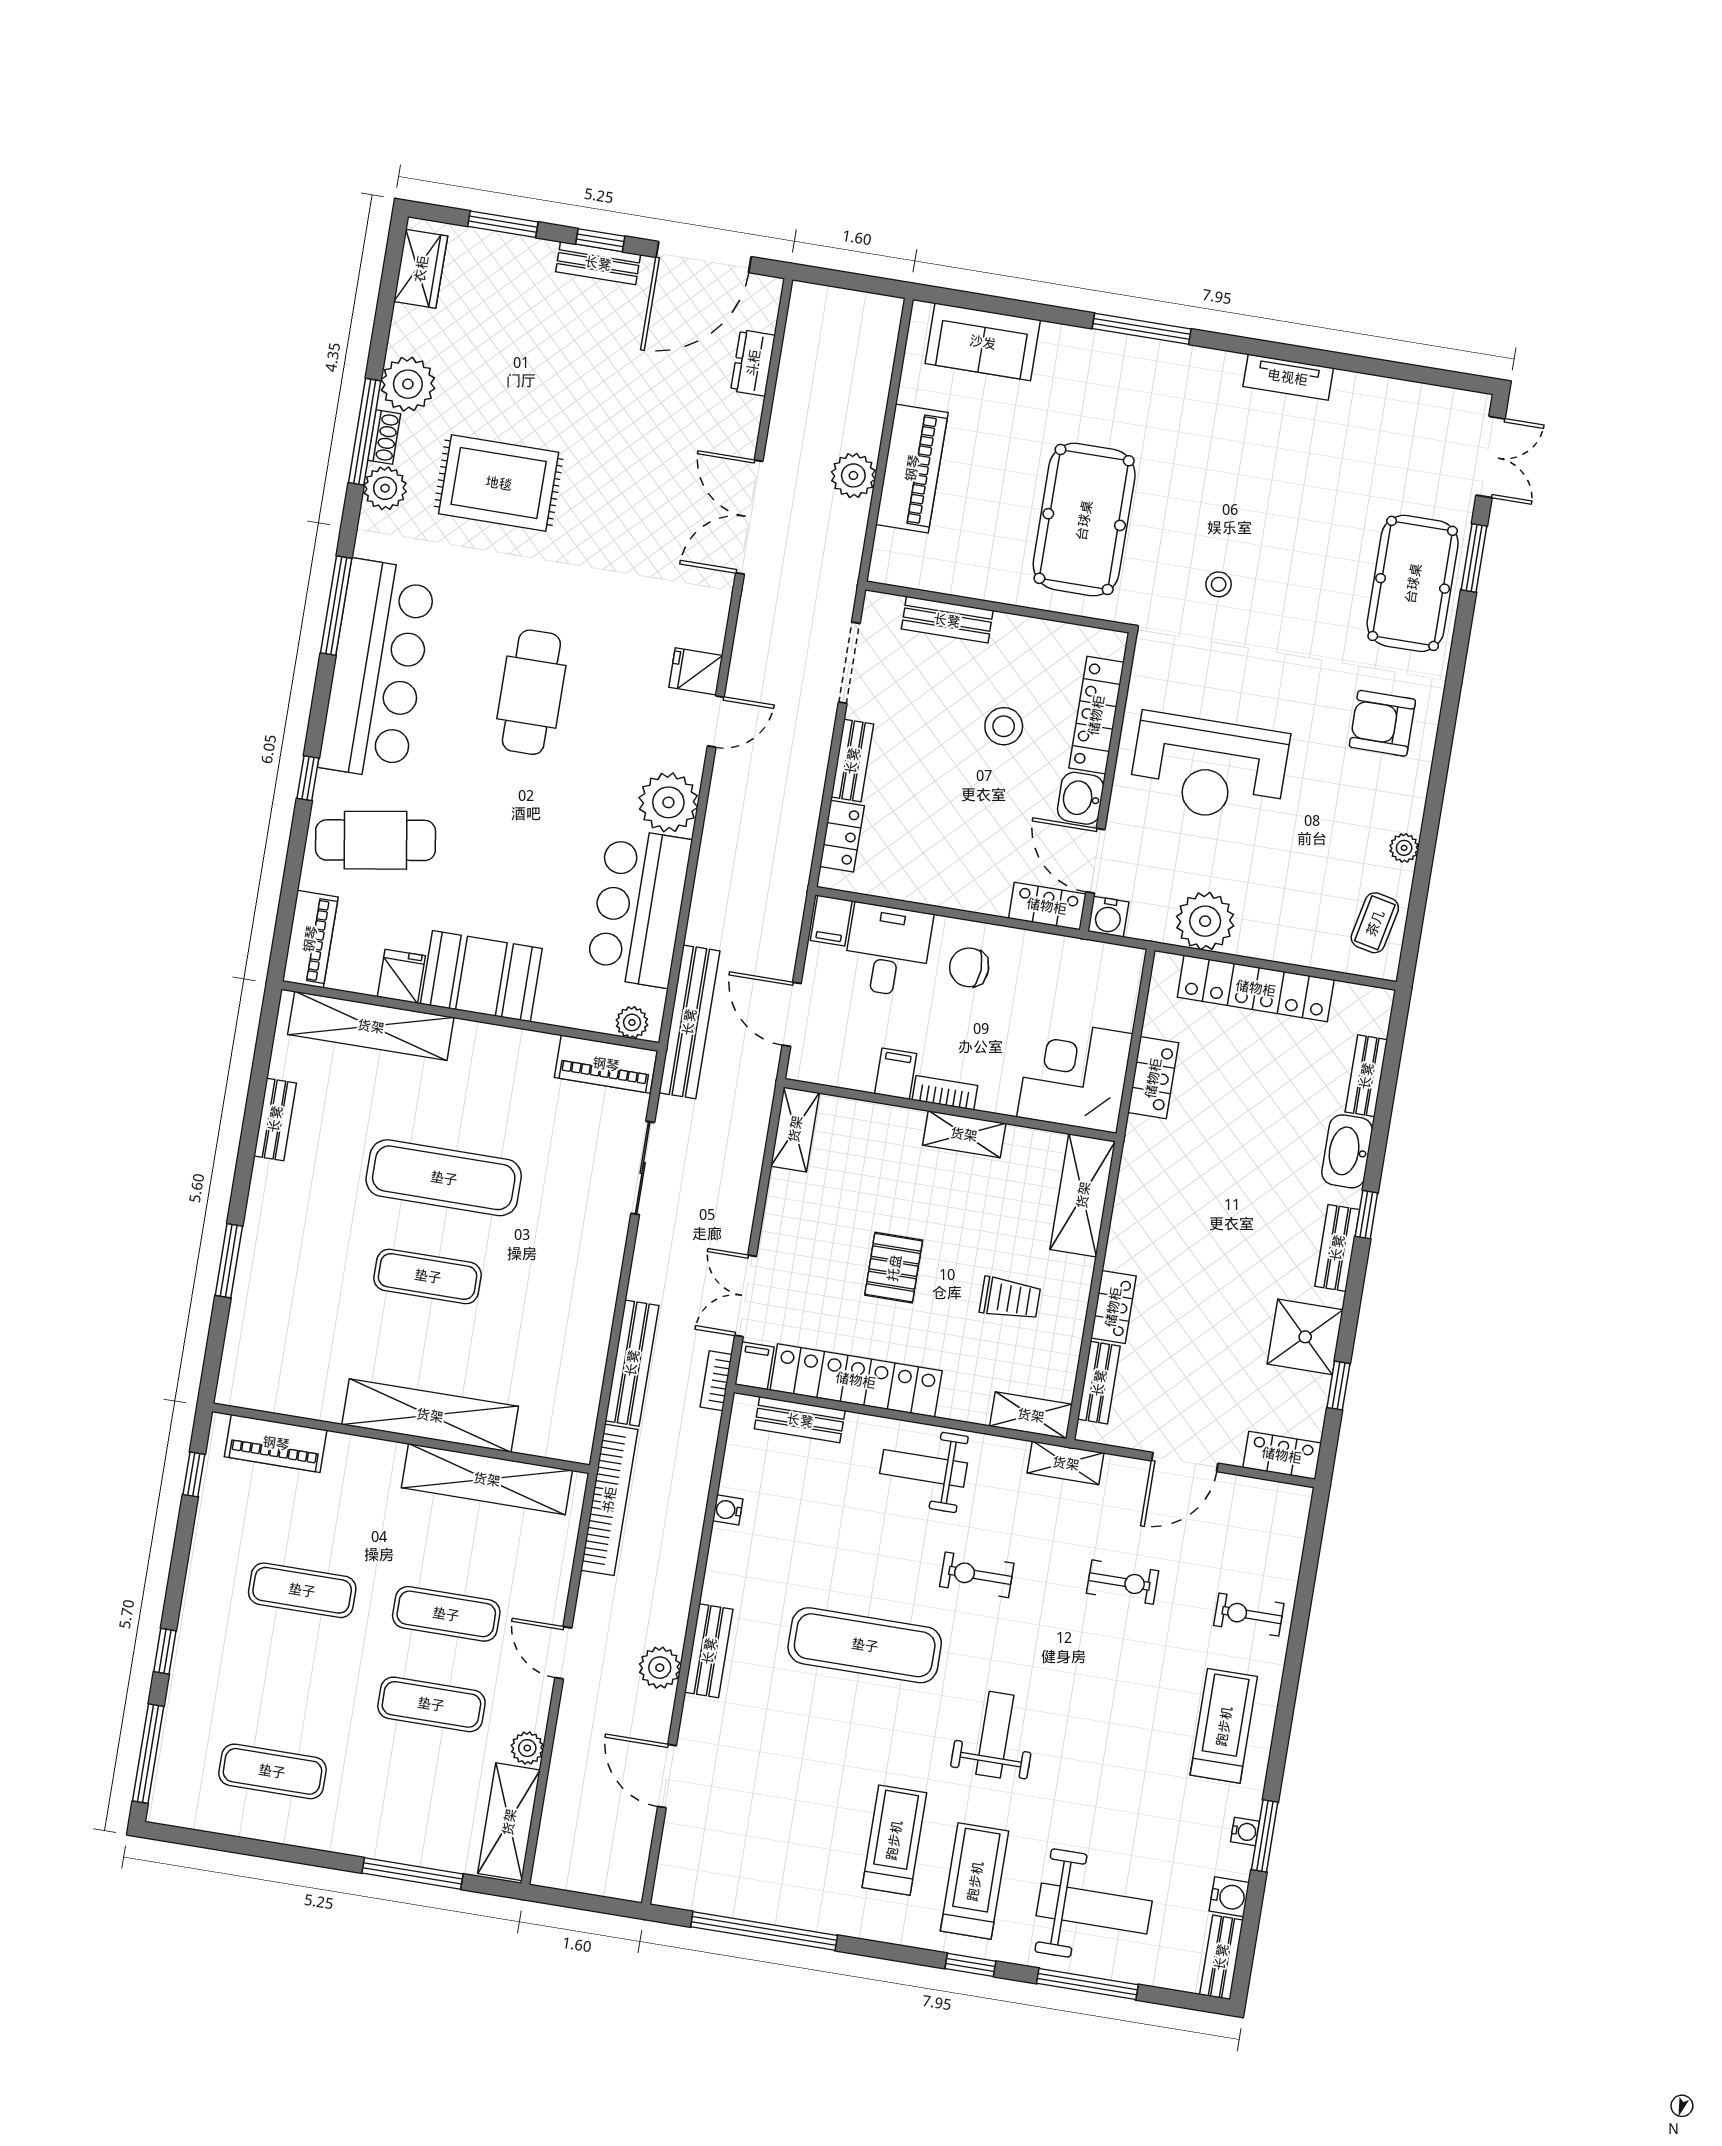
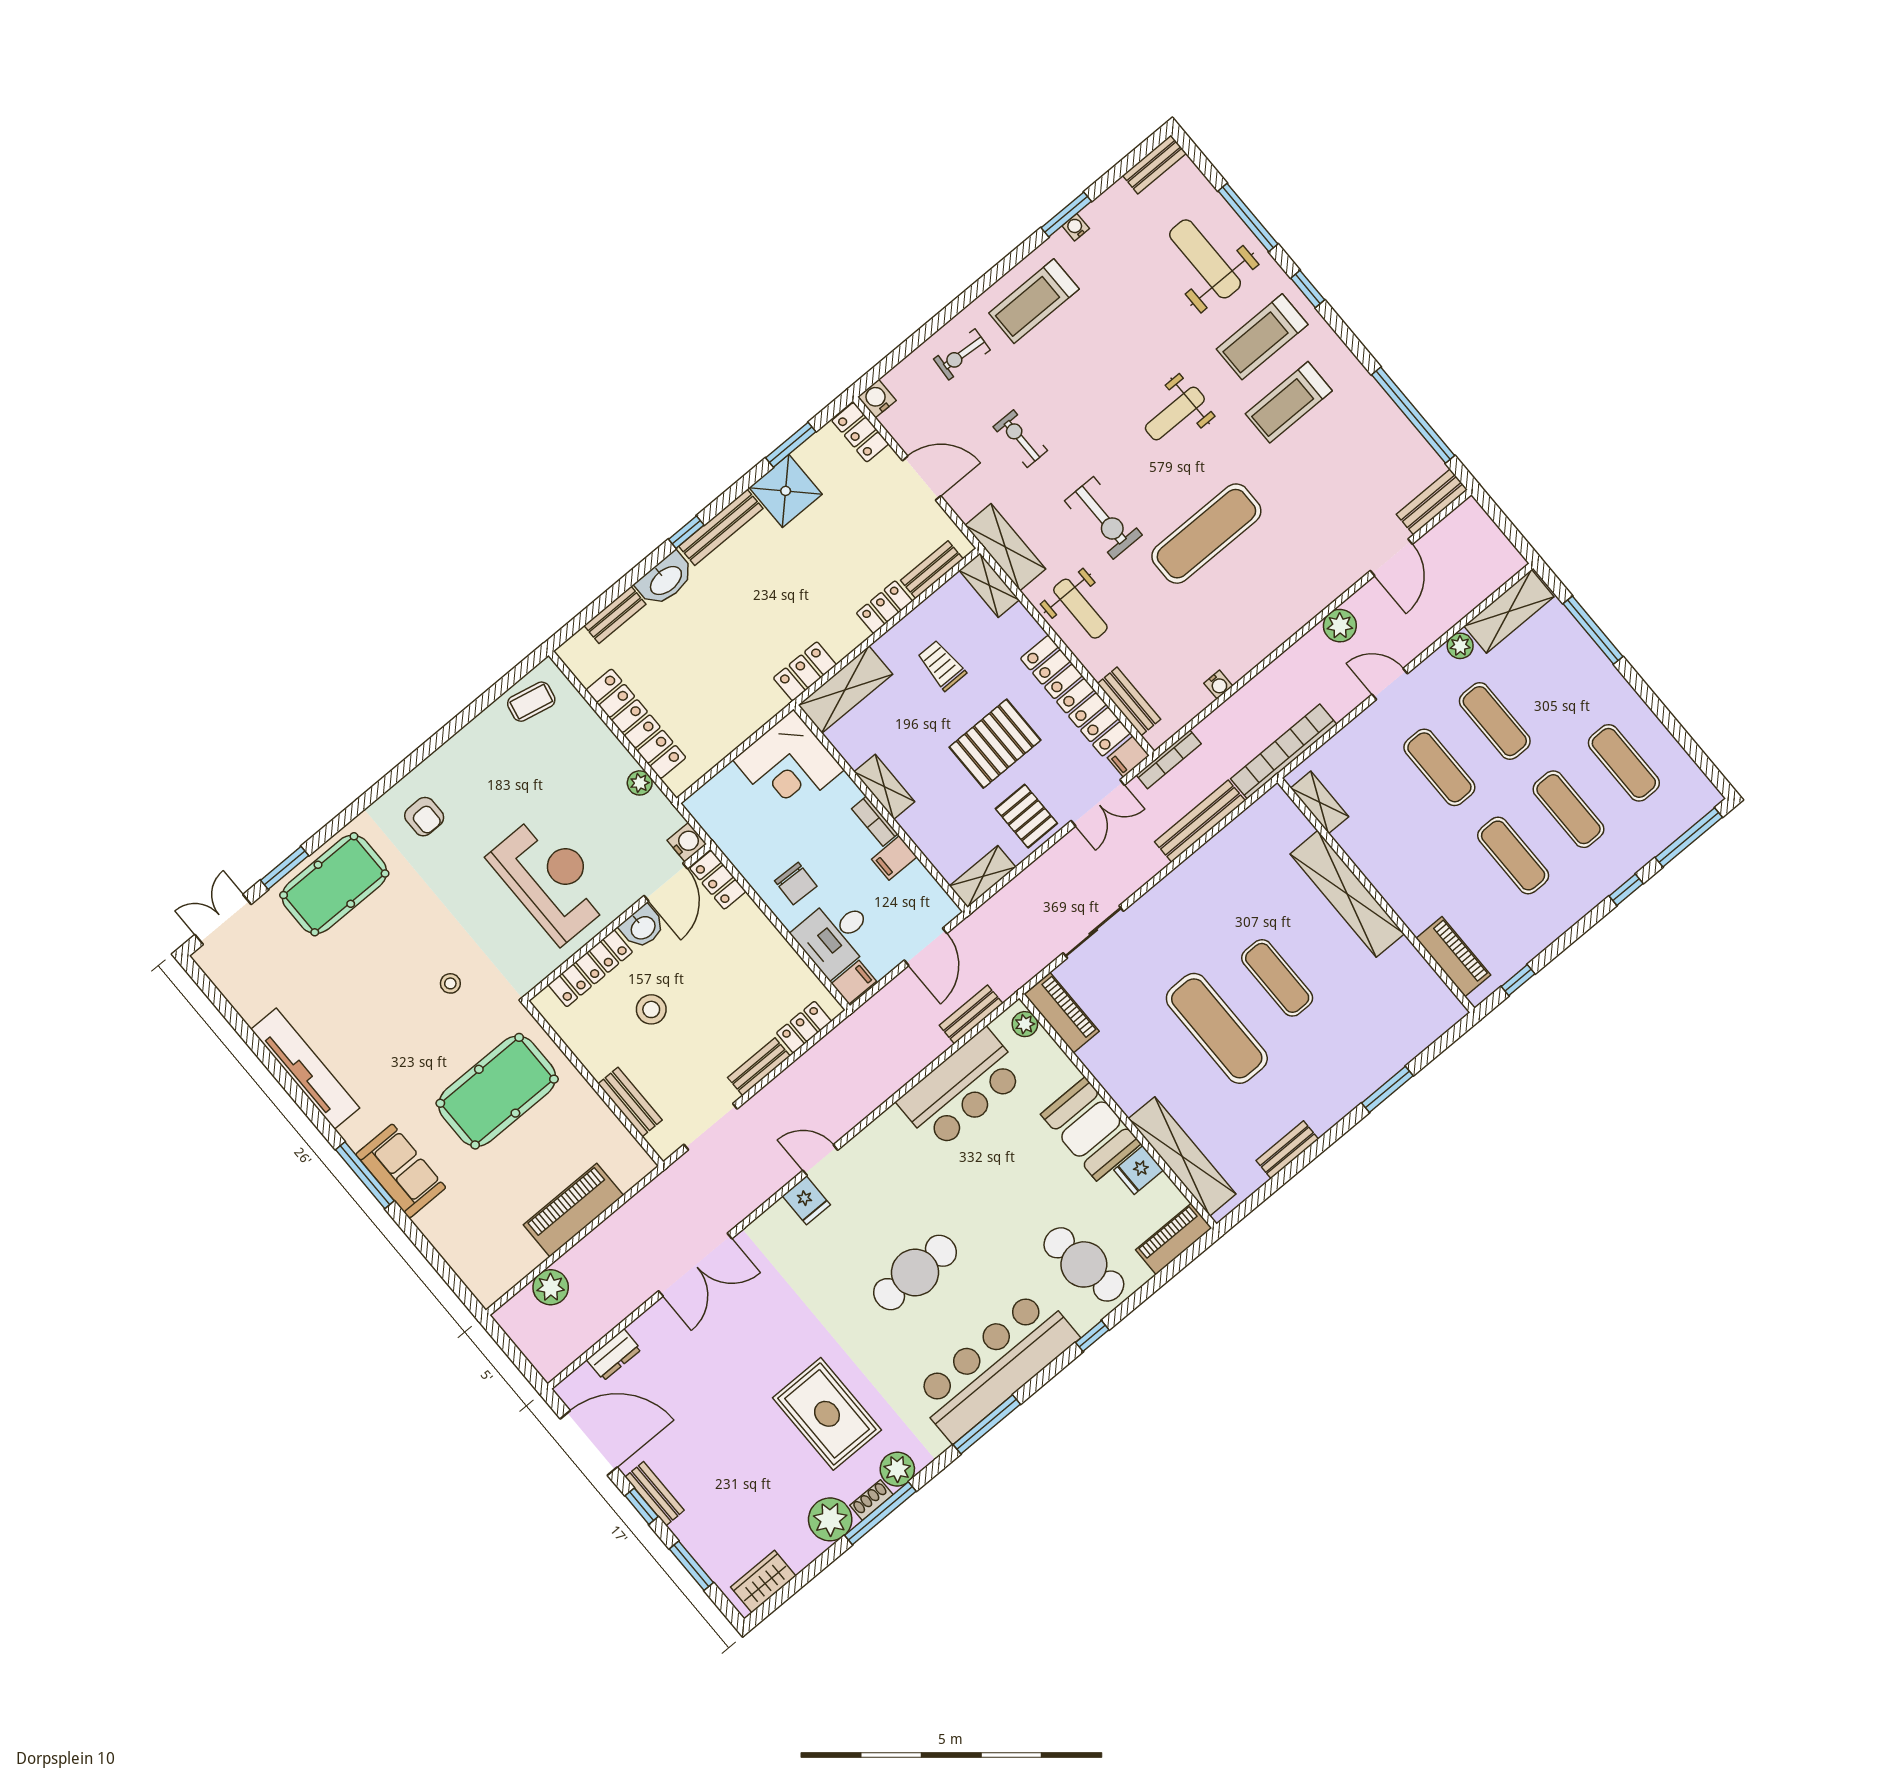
sofa: (983, 342) -> (401, 1171), moved
tv unit: (1288, 377) -> (305, 1069), width x1.92, depth x1.29
plant: (853, 475) -> (551, 1287), moved
armchair: (1382, 723) -> (424, 817), width x0.72, depth x0.72
plant: (668, 802) -> (890, 1136), removed
plant: (1404, 848) -> (475, 731), removed
plant: (1205, 921) -> (640, 783), width x0.53, depth x0.53
bench: (689, 1022) -> (971, 1014), width x0.54, depth x0.82
locker: (1153, 1078) -> (805, 671), moved
pallet: (803, 1224) -> (1026, 816), added
bench: (1337, 1248) -> (721, 527), width x1.36
pallet: (894, 1268) -> (995, 744), width x1.50, depth x1.42
bookcase: (716, 1381) -> (1169, 759), width x1.56
window: (1338, 1386) -> (791, 445), width x1.50
shelving: (1066, 1463) -> (1005, 547), width x1.50, depth x1.33
shelving: (487, 1479) -> (1320, 802), width x0.45, depth x0.75
exercise bike: (977, 1575) -> (1103, 518), width x1.38, depth x1.39
exercise bike: (1249, 1615) -> (962, 354), turned 94
exercise mat: (865, 1645) -> (1206, 534), turned 90
bench: (709, 1651) -> (1432, 502), moved
door: (563, 1653) -> (1390, 684), swing flipped
exercise mat: (287, 1681) -> (1568, 809), added
water cooler: (1229, 1897) -> (877, 399), moved

